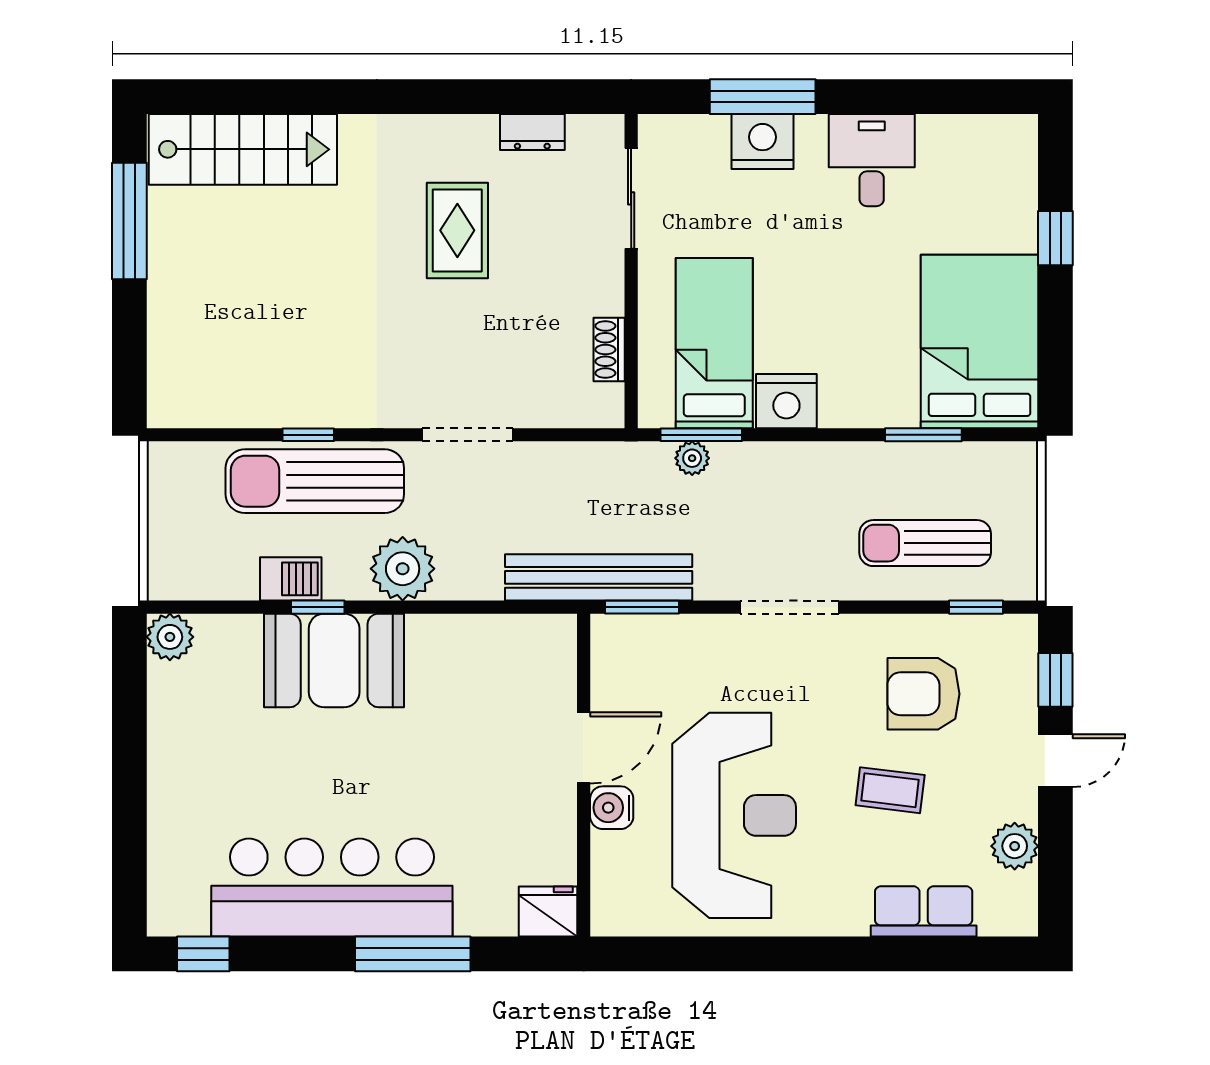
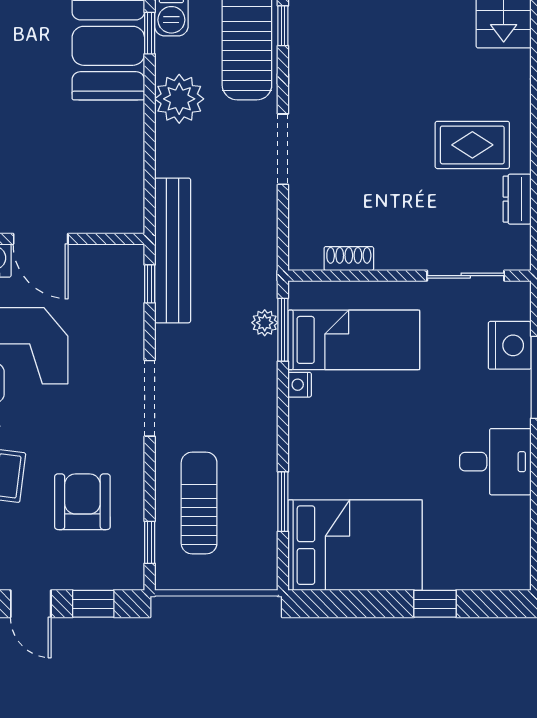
nightstand: (763, 142) -> (510, 345), moved
rug: (457, 230) -> (472, 145), moved
nightstand: (786, 401) -> (300, 385), width x0.53, depth x0.56
window: (642, 607) -> (150, 284), width x0.67

